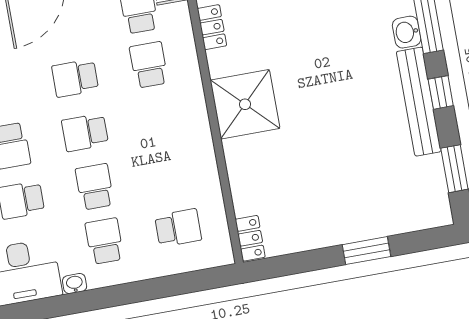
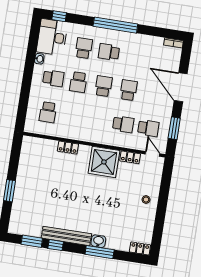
window: (441, 92) -> (56, 245), moved
shower: (245, 104) -> (104, 162), moved
school desk: (95, 187) -> (78, 82), turned 90
locker: (250, 238) -> (68, 148), moved

